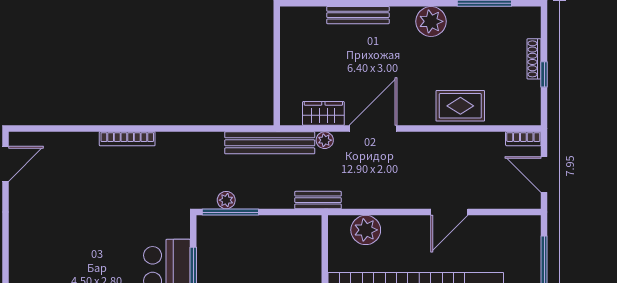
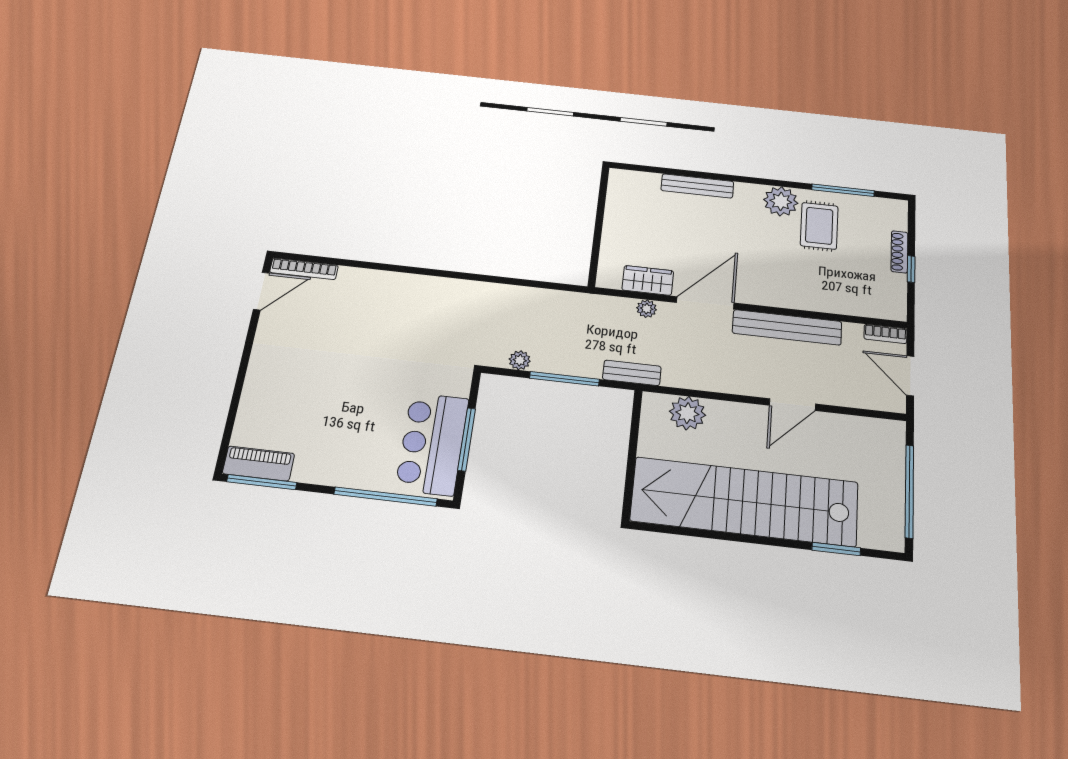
rug: (460, 106) -> (819, 226), moved, turned 90
bookcase: (127, 139) -> (304, 269), moved
bench: (270, 143) -> (787, 327), moved
window: (230, 212) -> (564, 379), moved

